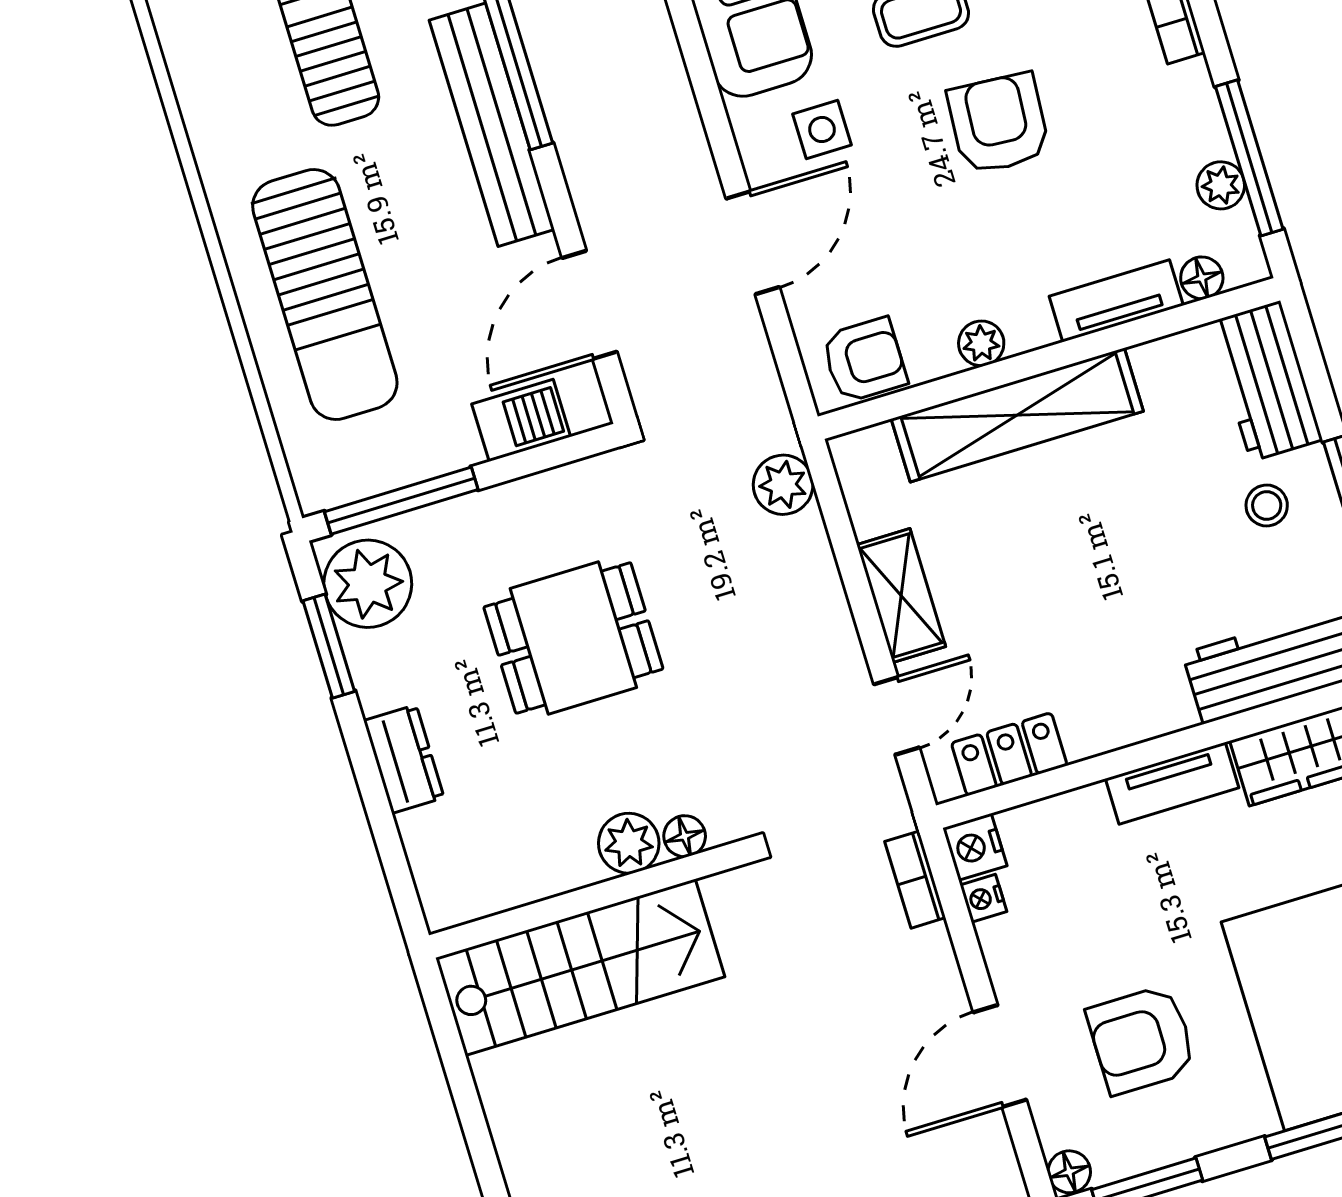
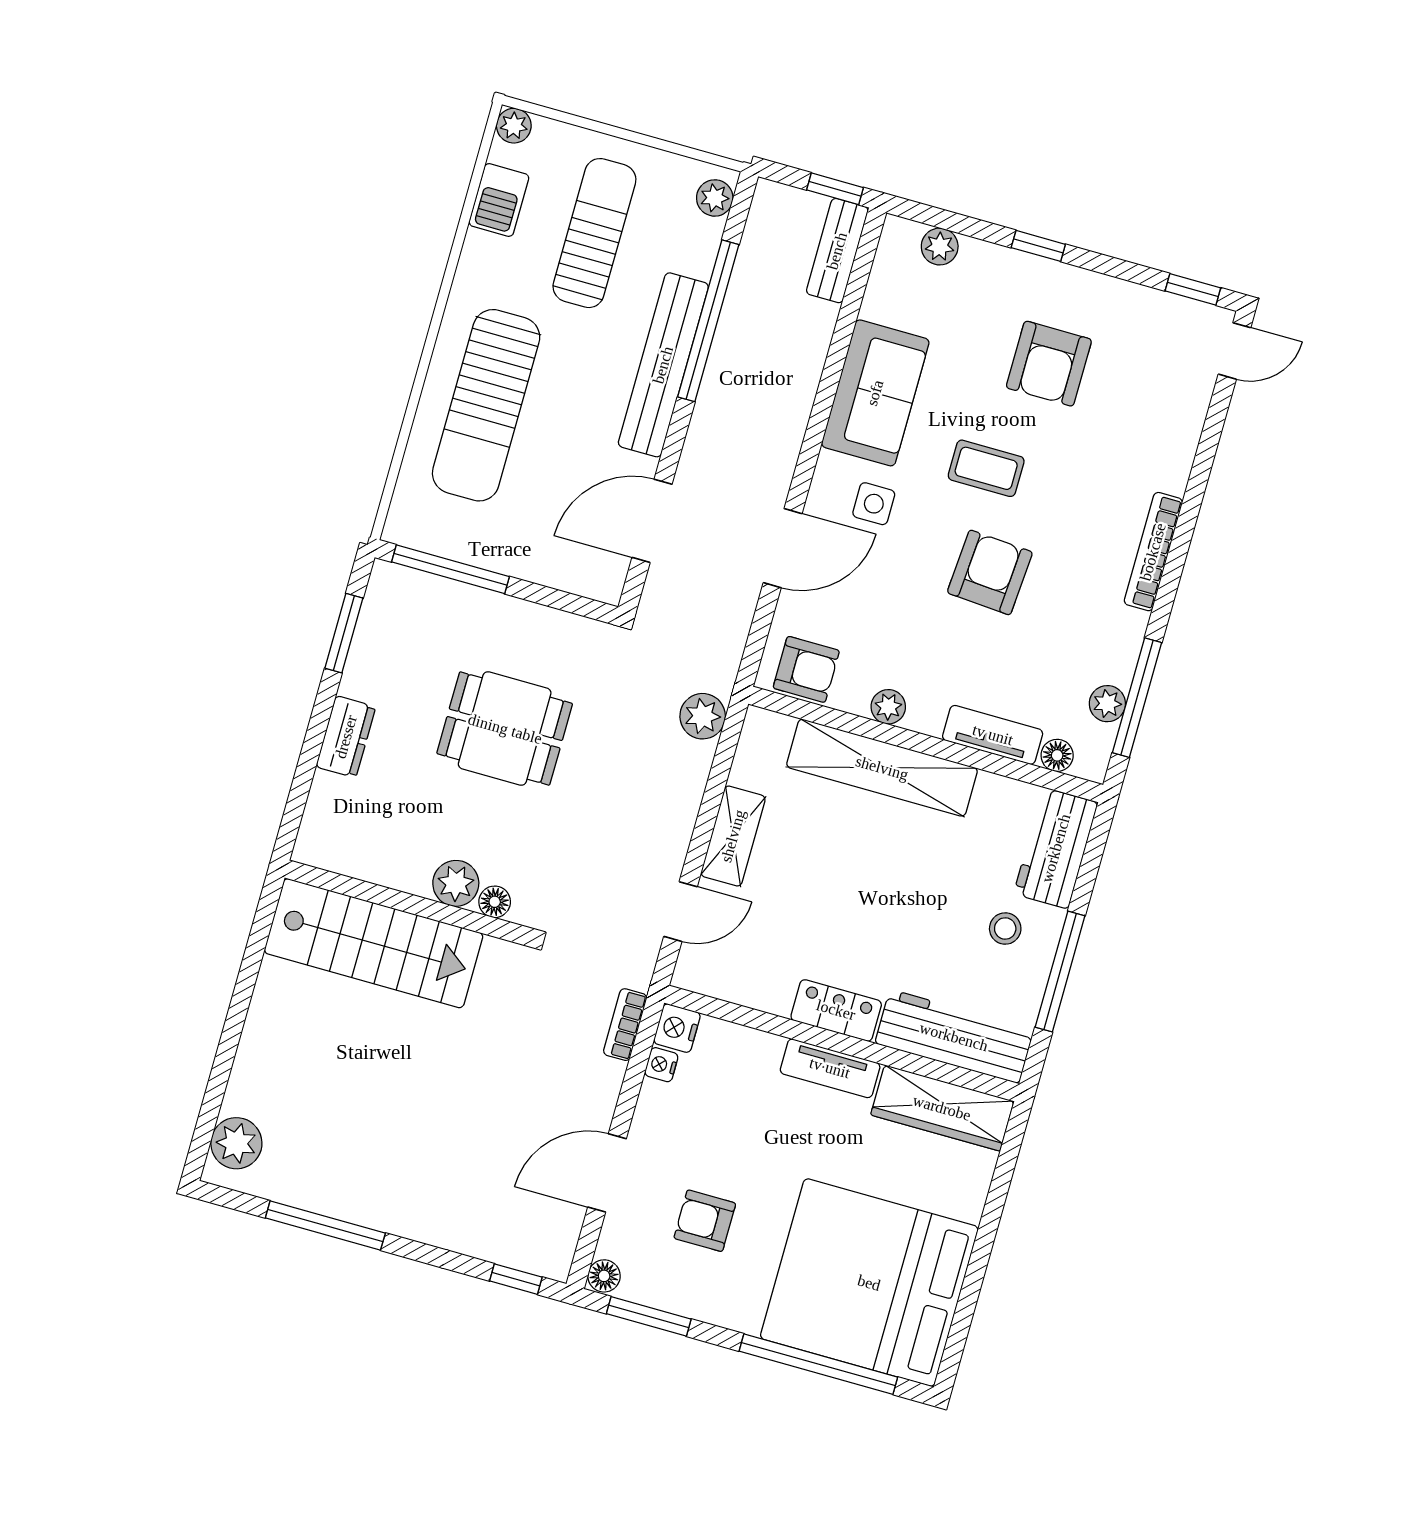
barbecue: (521, 420) -> (499, 200), moved, turned 90
plant: (368, 584) -> (395, 609), removed
locker: (1009, 754) -> (836, 1010), moved
armchair: (1141, 1040) -> (705, 1221), width x0.72, depth x0.72

